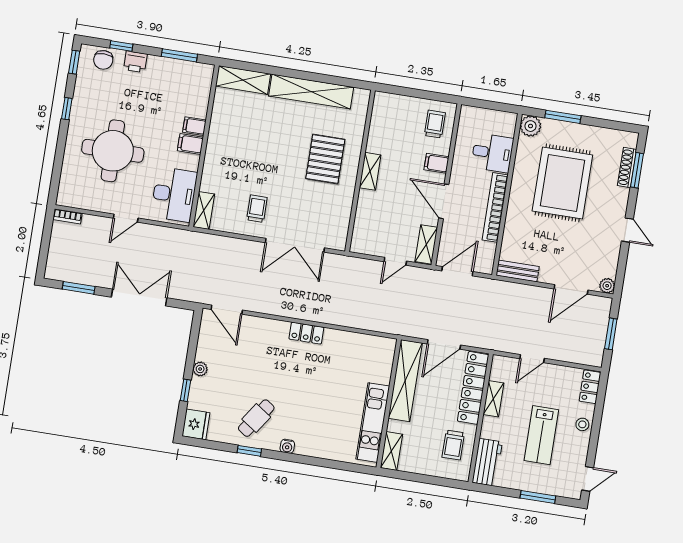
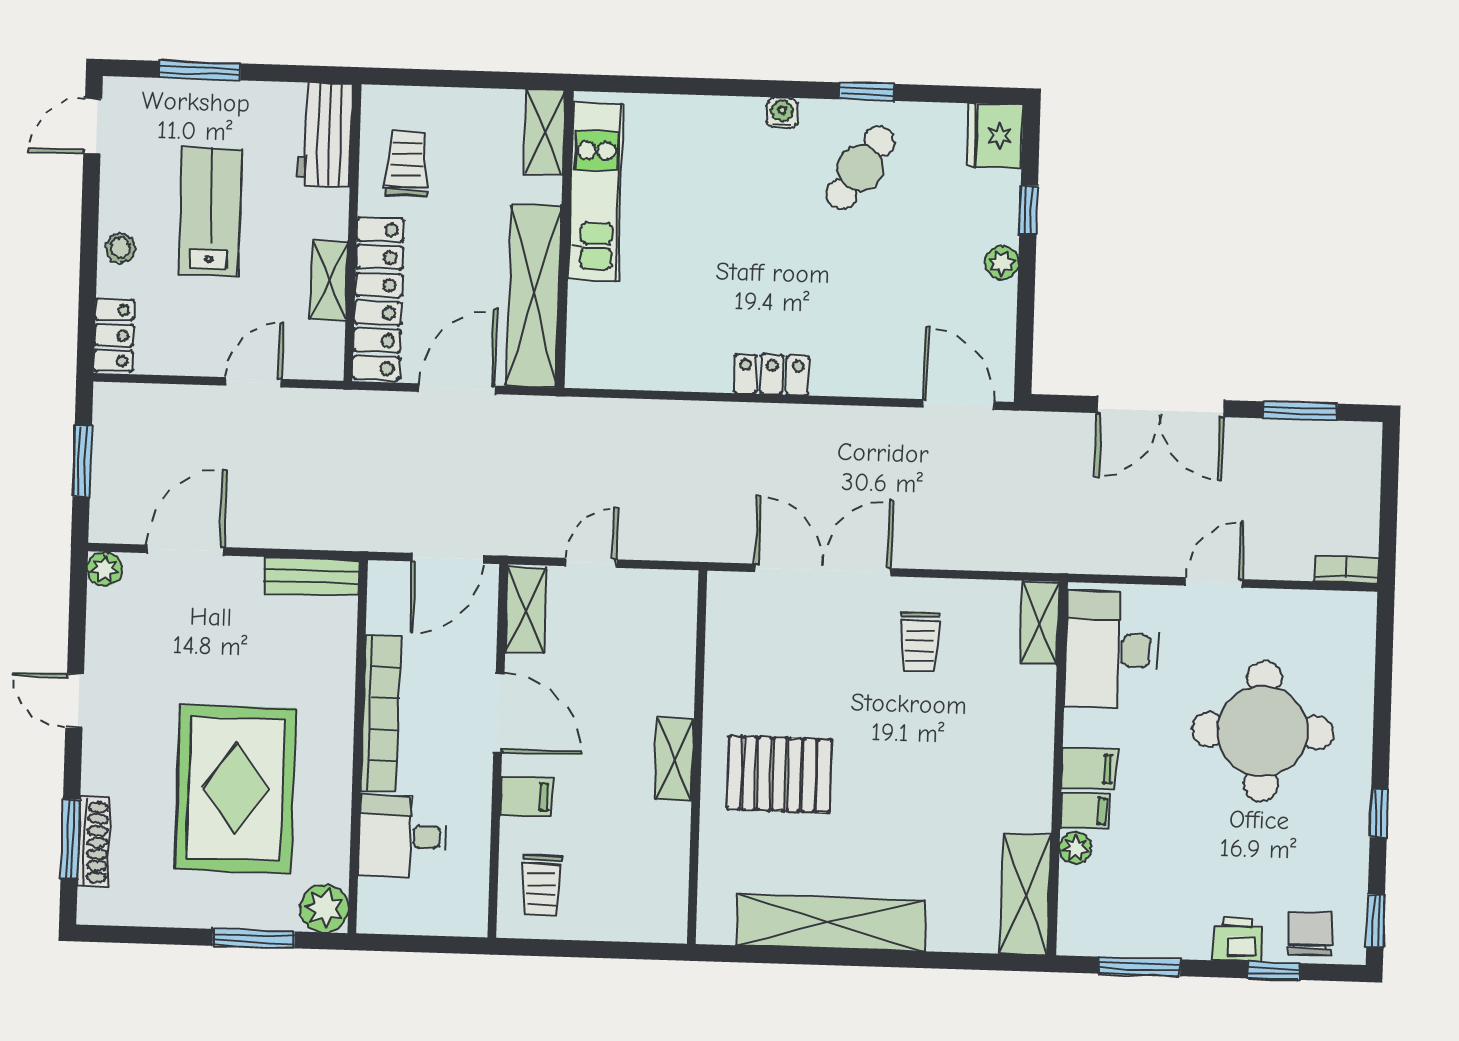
shelving: (243, 80) -> (1025, 894), moved, turned 90
plant: (201, 110) -> (1075, 848), added
pallet: (325, 159) -> (779, 774), turned 90

